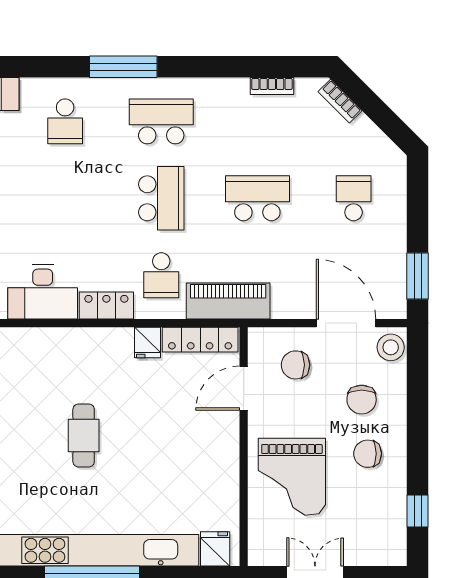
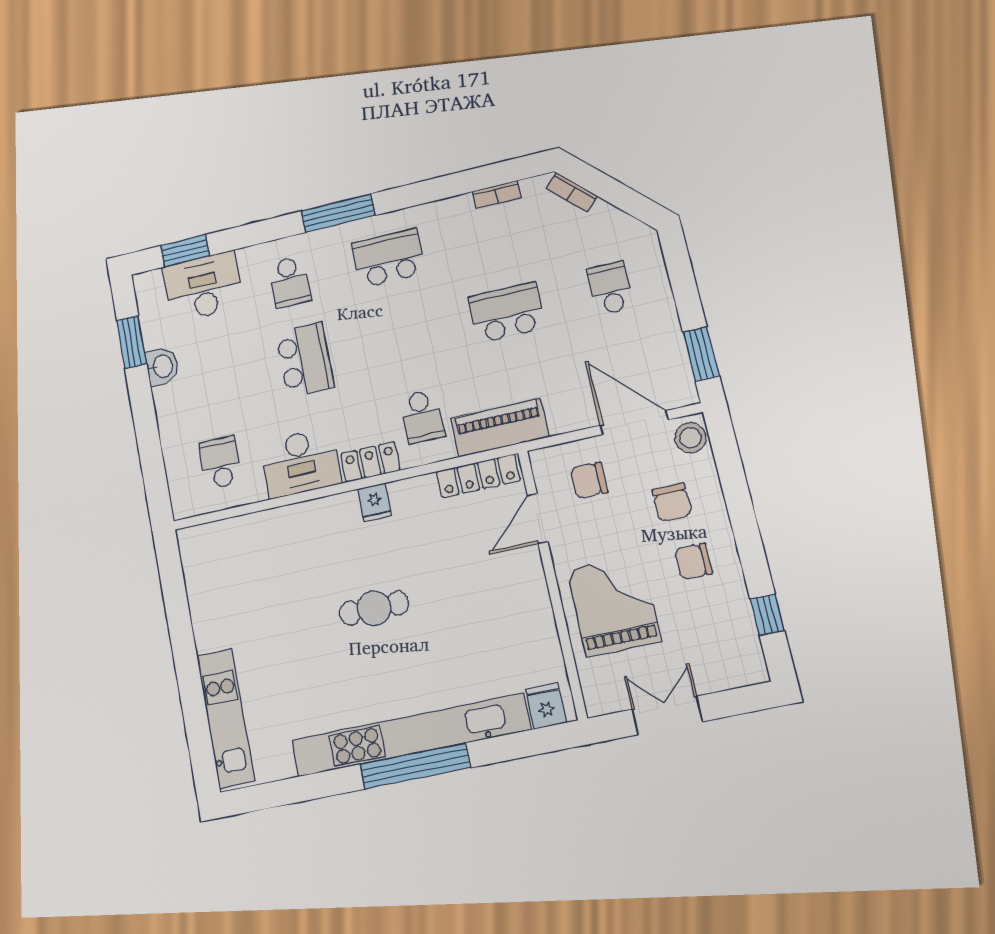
school desk: (161, 198) -> (305, 360), moved
fridge: (147, 343) -> (375, 502), moved
cafe table: (84, 435) -> (374, 608), turned 90
grand piano: (292, 477) -> (614, 606), turned 180

